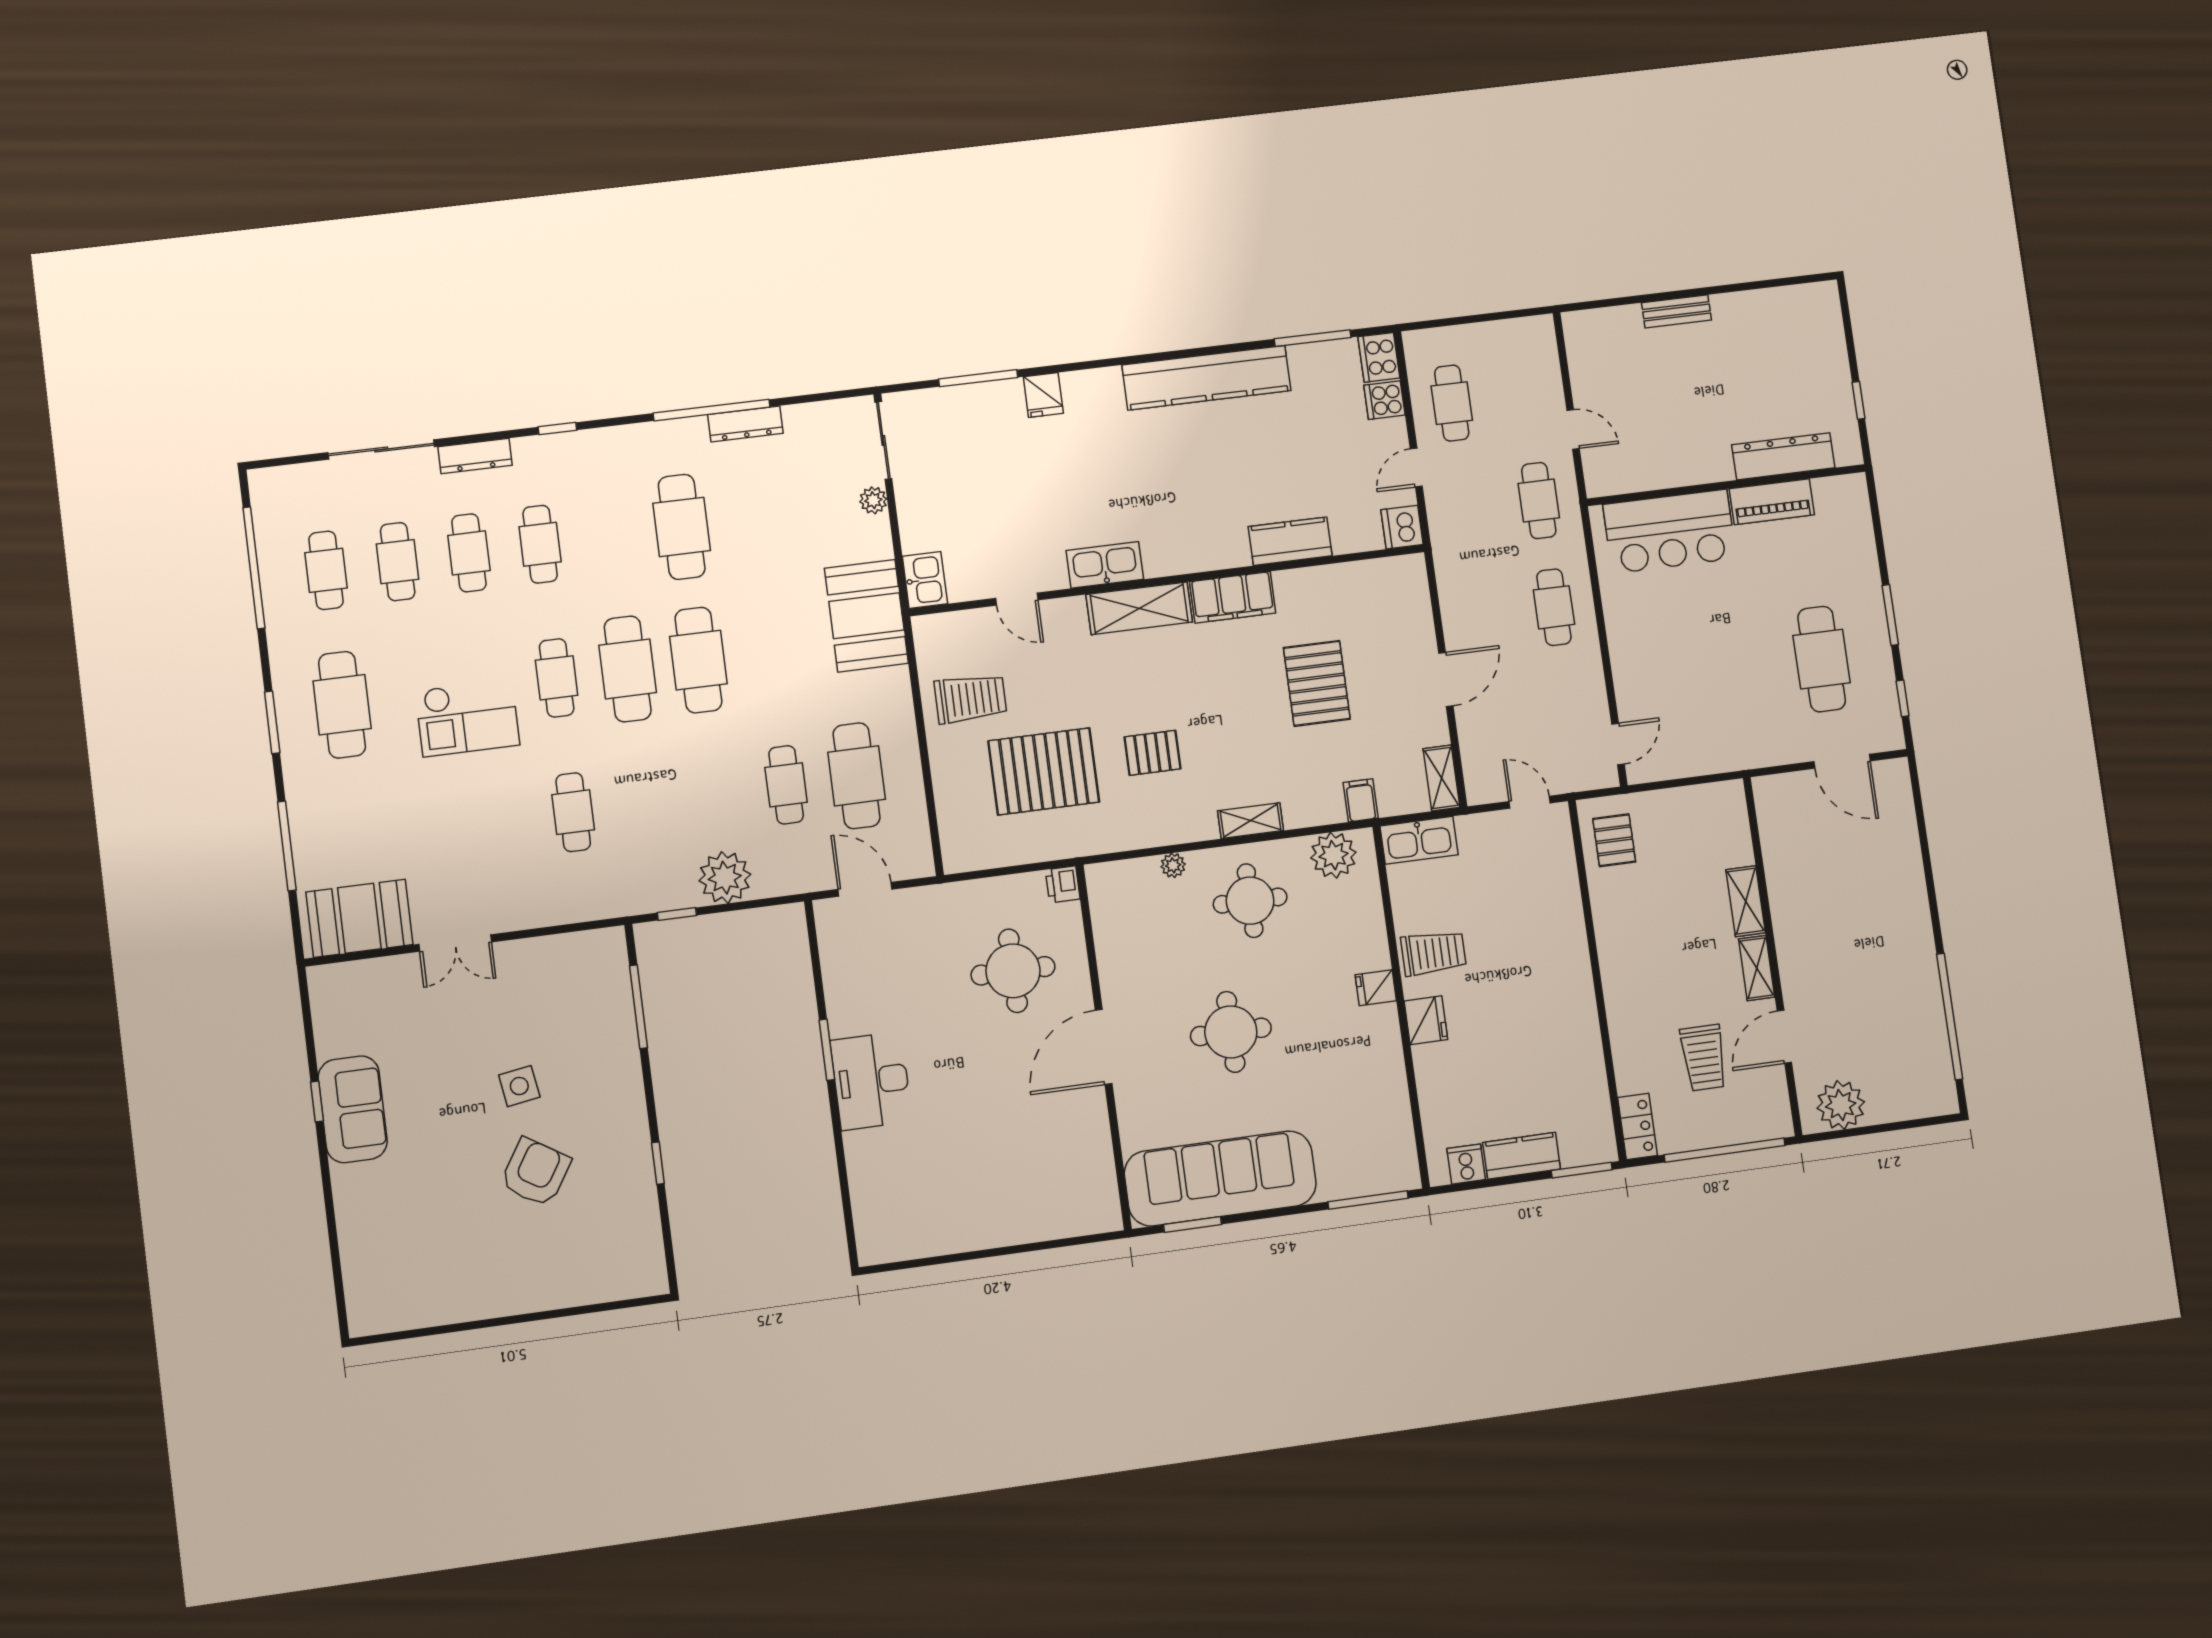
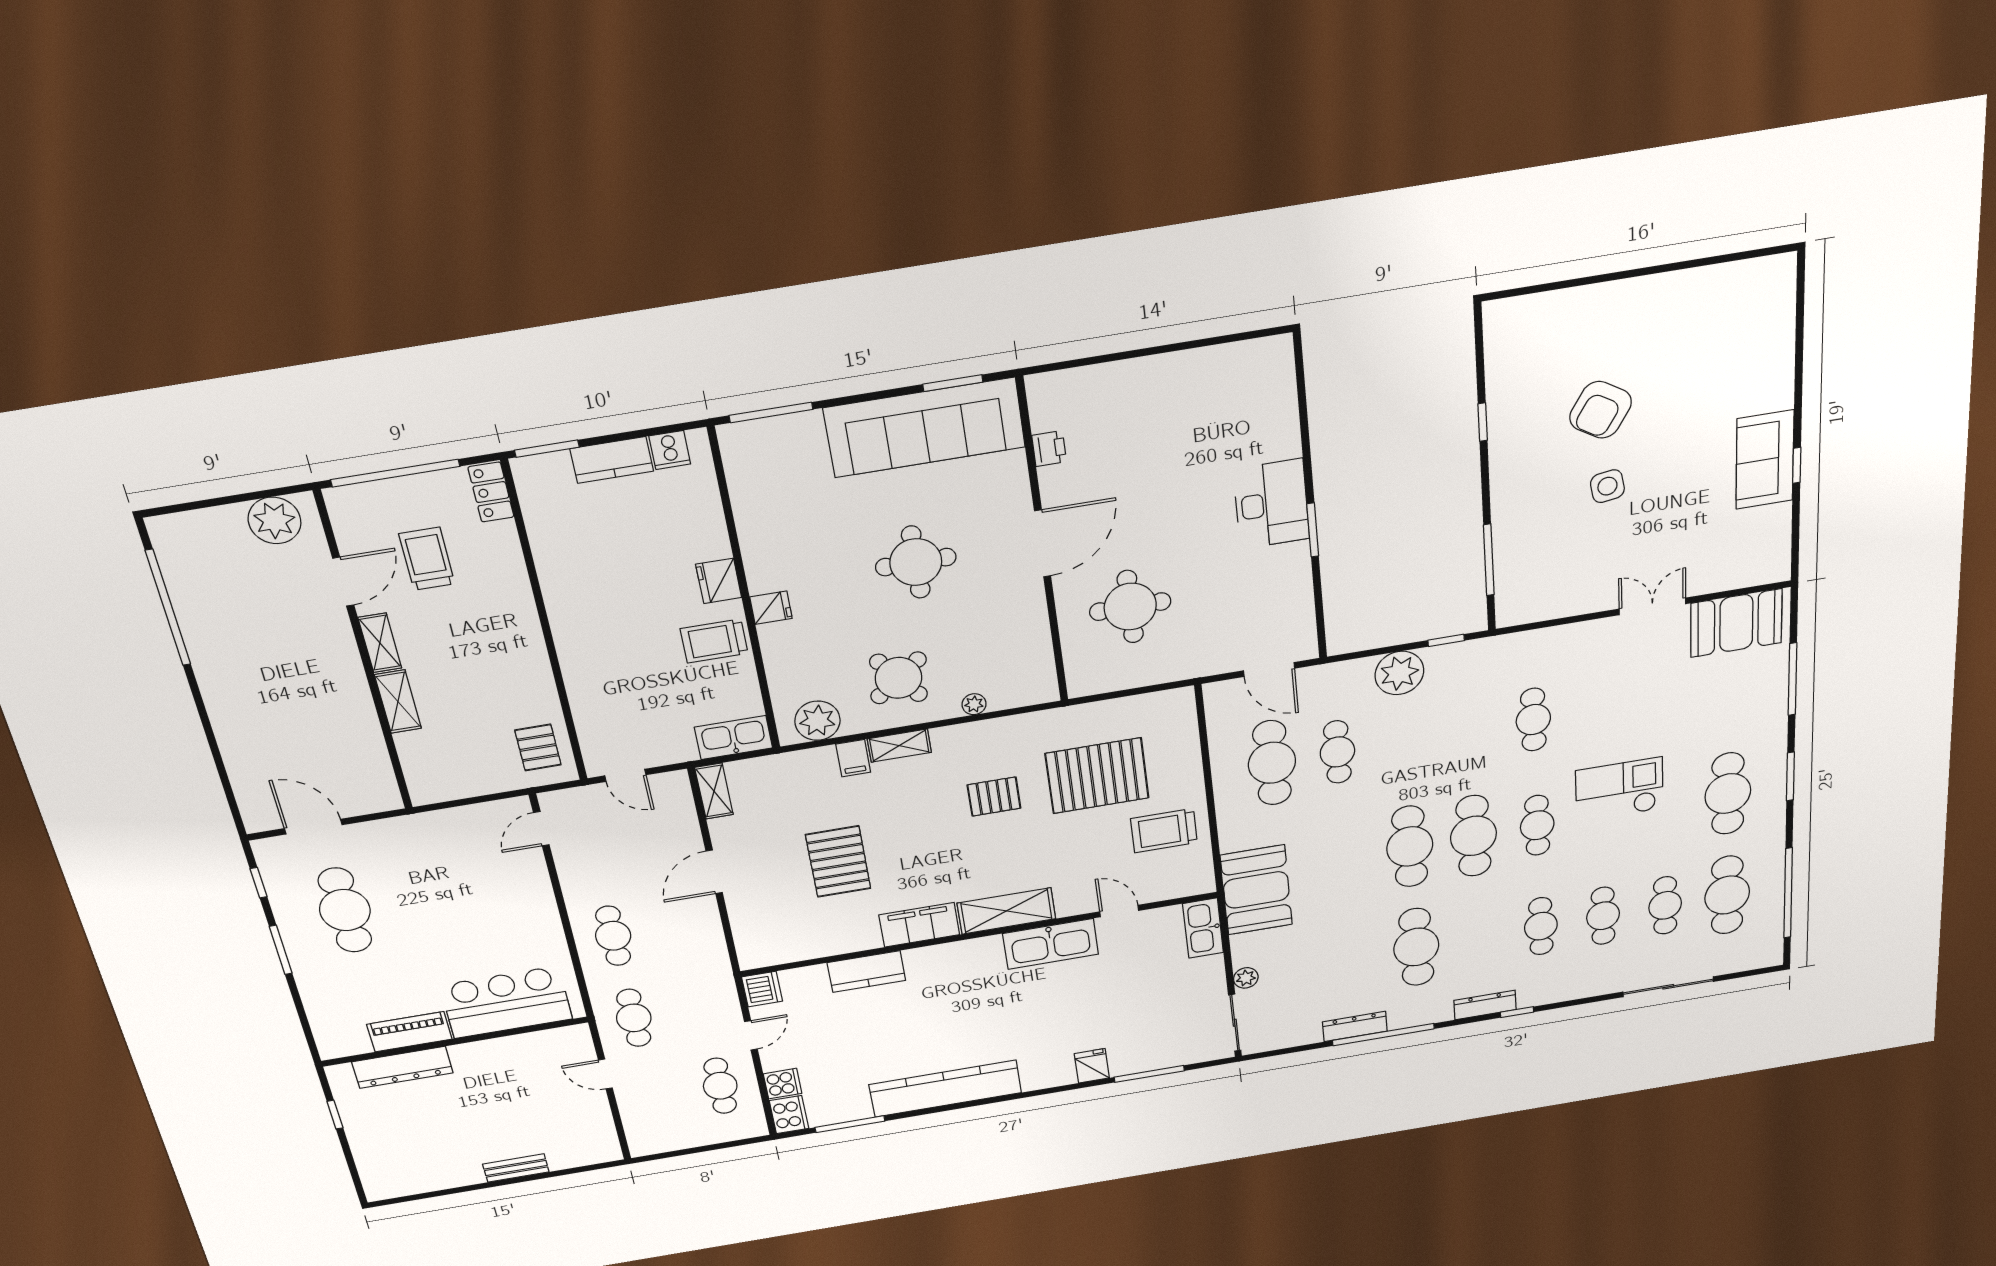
dresser: (475, 456) -> (1485, 1005), moved
kitchen sink: (1105, 565) -> (1051, 944), width x1.36, depth x1.24
cafe table: (326, 570) -> (1727, 895), width x1.37, depth x1.35
kitchen sink: (925, 580) -> (1203, 928), width x1.38
filing cabinet: (1361, 800) -> (853, 758), moved
printer: (1063, 884) -> (1049, 449), moved
round table: (1250, 901) -> (899, 678), turned -38

